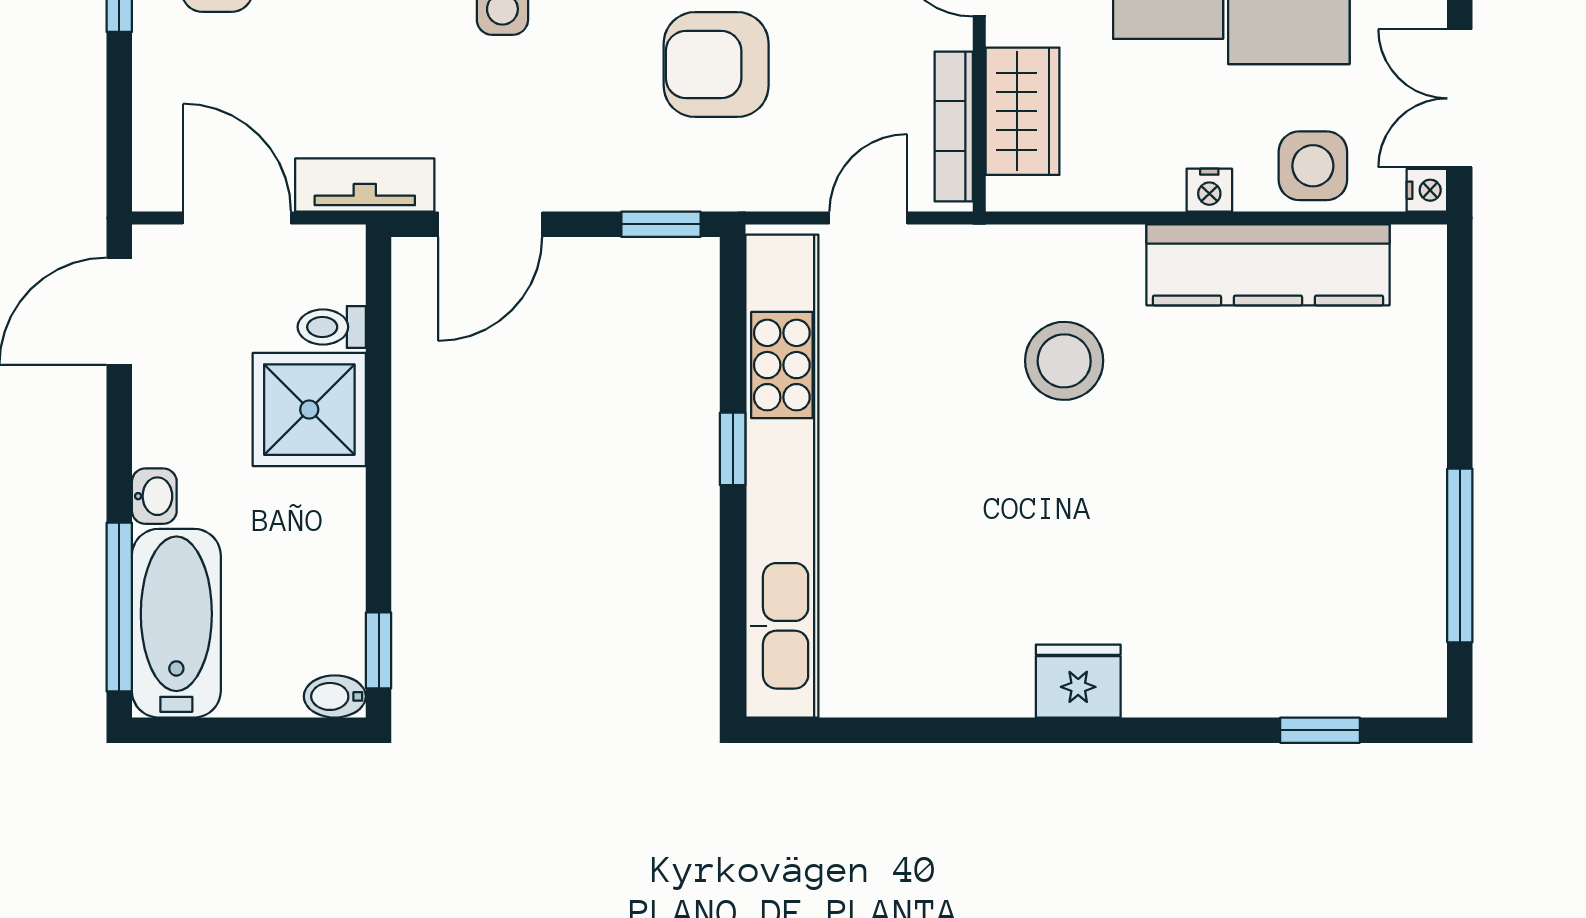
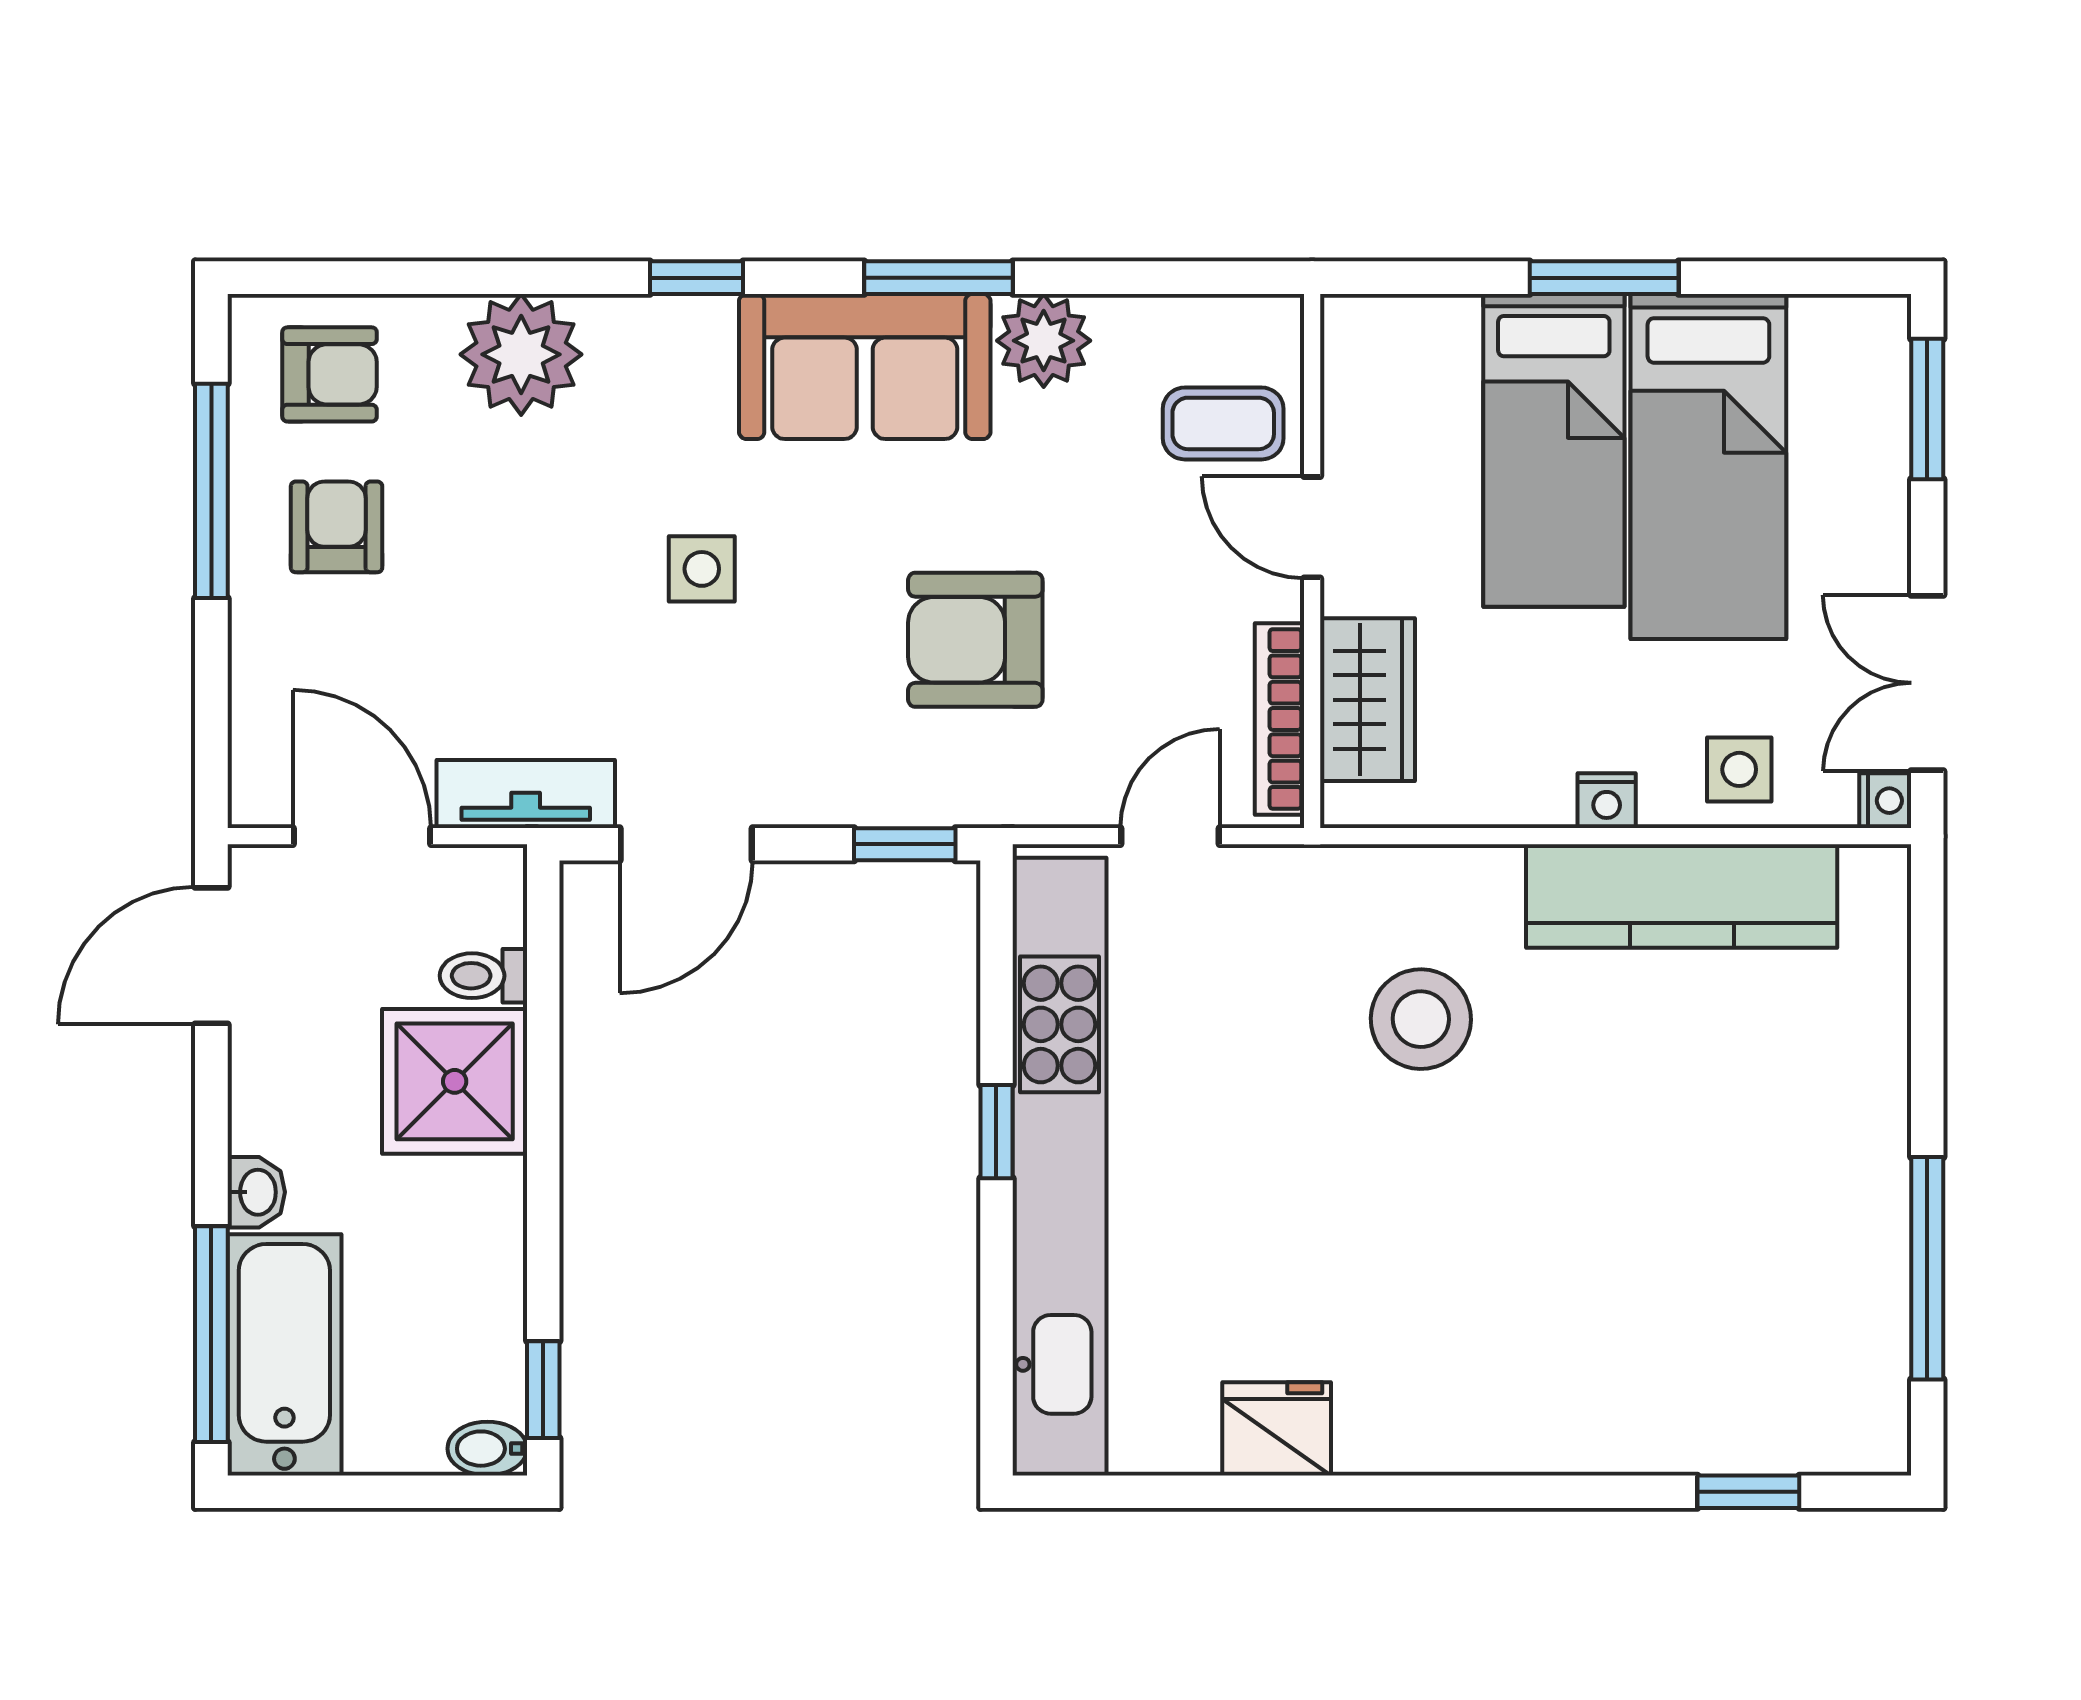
side table: (1313, 166) -> (1739, 769), width x0.73, depth x0.73
fridge: (1078, 681) -> (1277, 1429), moved

